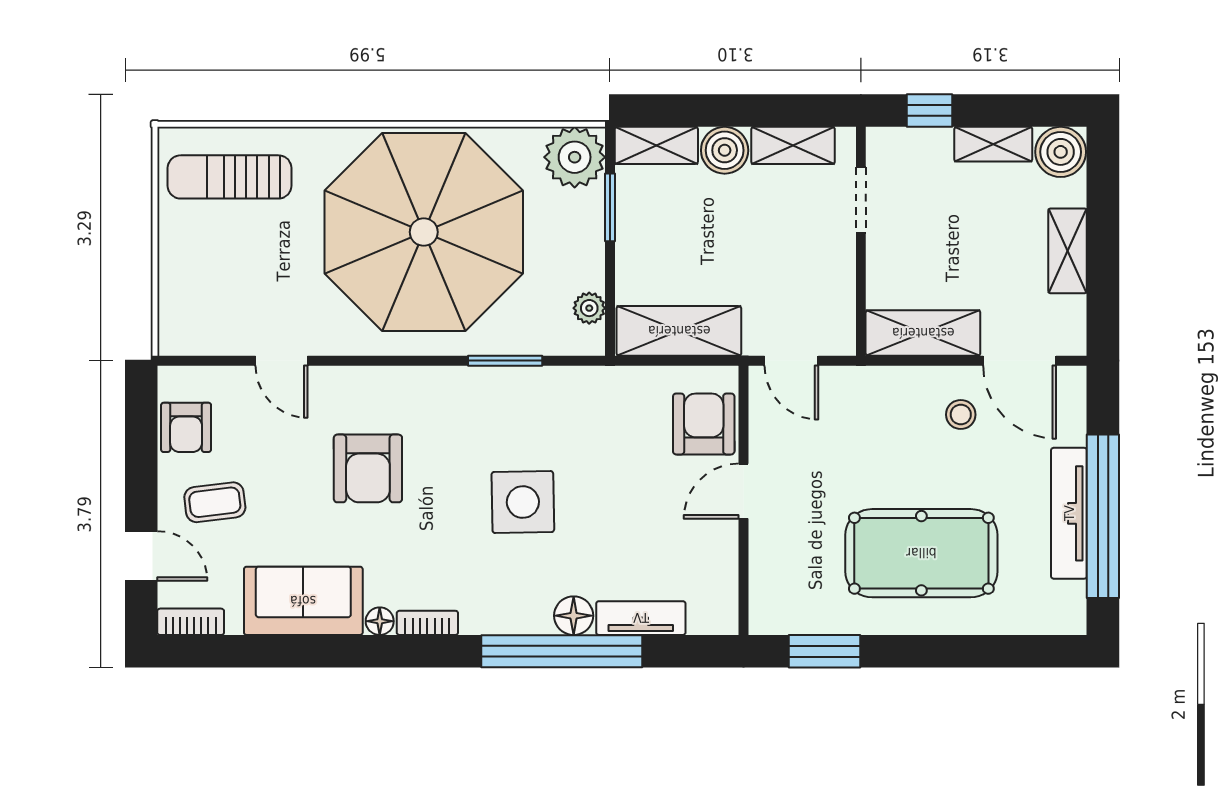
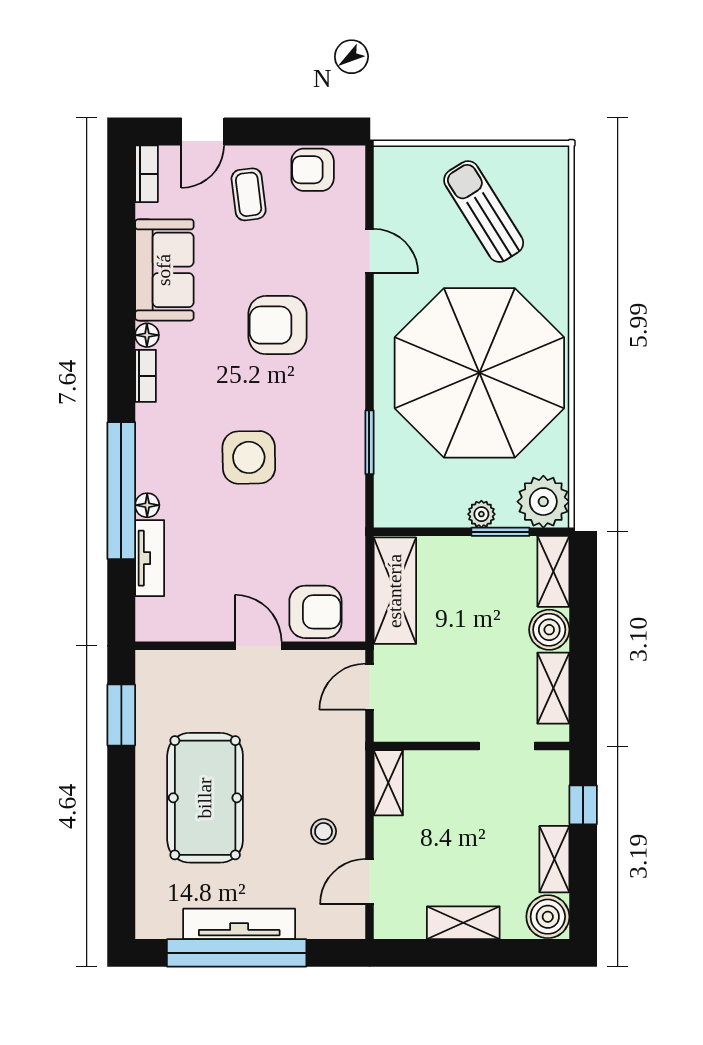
sun lounger: (230, 177) -> (484, 212), moved, turned -32
plant: (589, 308) -> (481, 514), moved
shelving: (923, 333) -> (388, 783), width x0.67, depth x0.75
door: (281, 361) -> (369, 251), swing flipped
door: (1020, 361) -> (369, 882), width x0.73
floor lamp: (574, 616) -> (147, 505), width x0.73, depth x0.73

